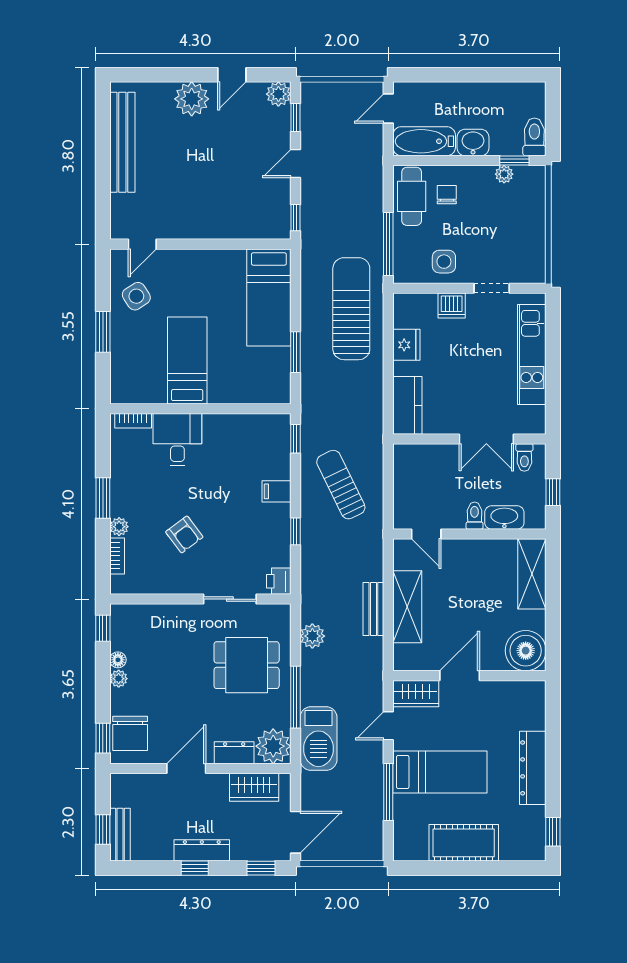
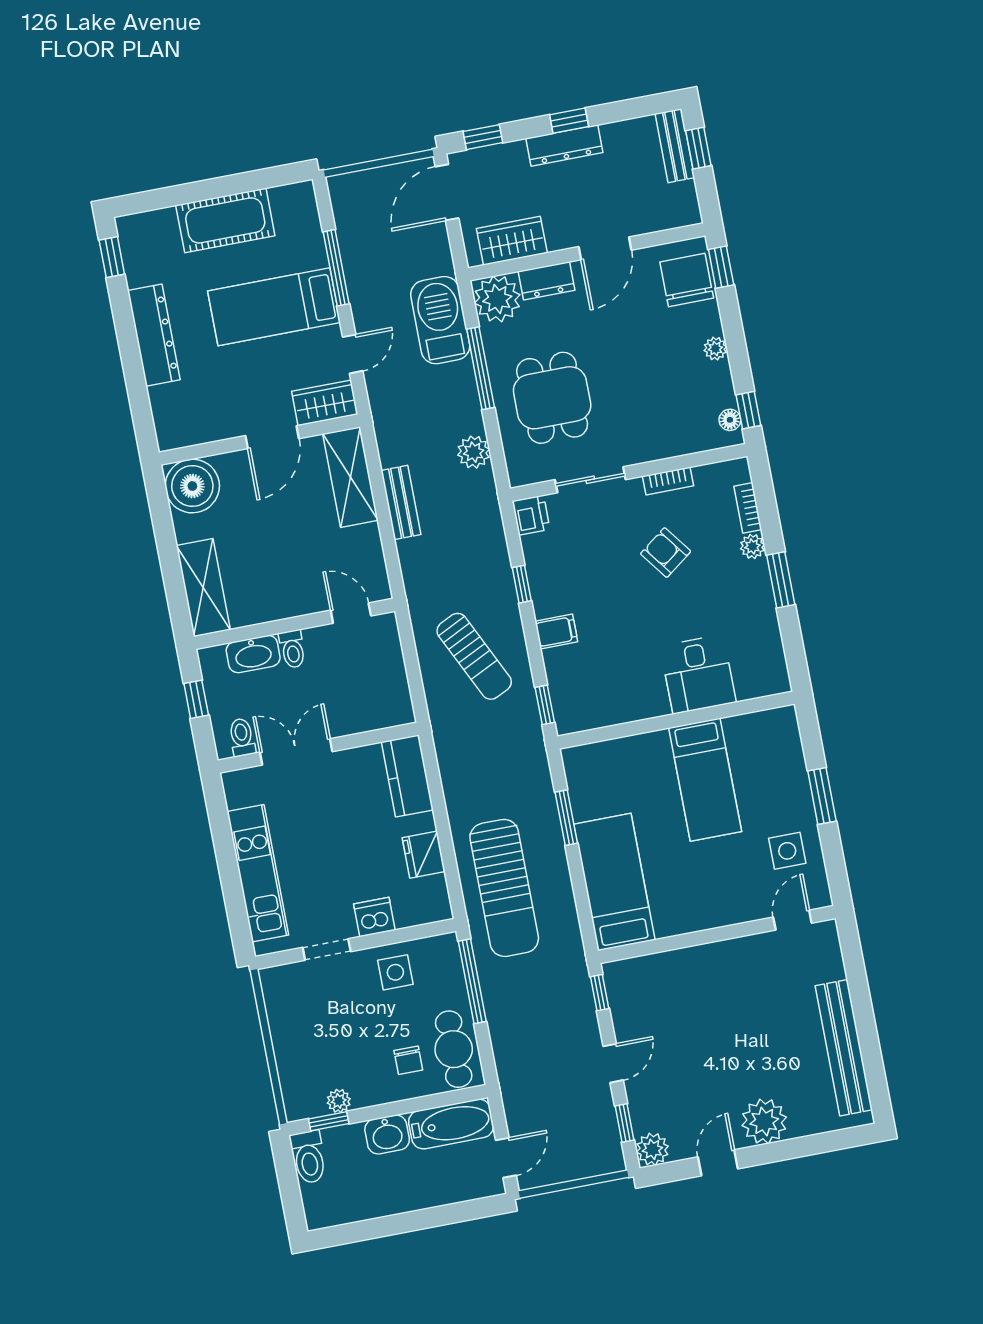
side table: (136, 296) -> (787, 851), turned 33
bookcase: (133, 421) -> (668, 481), moved, turned 180
shelving: (407, 607) -> (350, 477), moved
floor lamp: (118, 660) -> (730, 420), moved
dining table: (247, 665) -> (552, 398), turned 90

